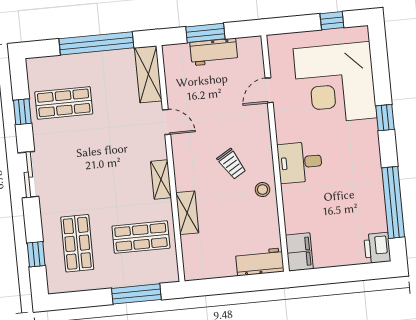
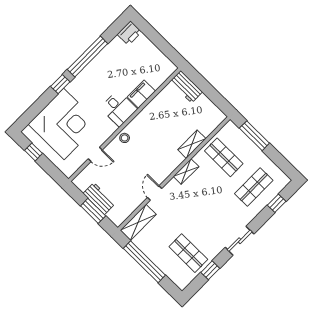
trolley: (232, 164) -> (148, 142), removed
stool: (262, 190) -> (125, 138), moved
window: (393, 202) -> (88, 56), moved
filing cabinet: (299, 252) -> (141, 94), moved

